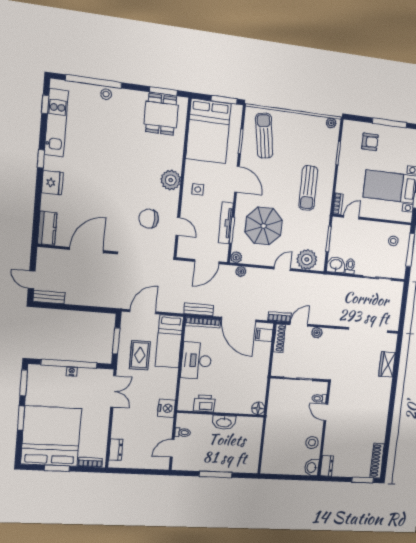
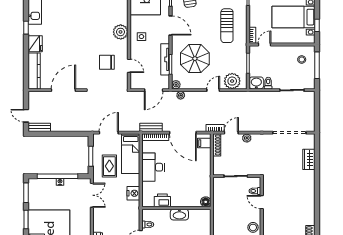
kitchen counter: (47, 228) -> (34, 71), width x1.50
nightstand: (166, 408) -> (133, 193), moved

